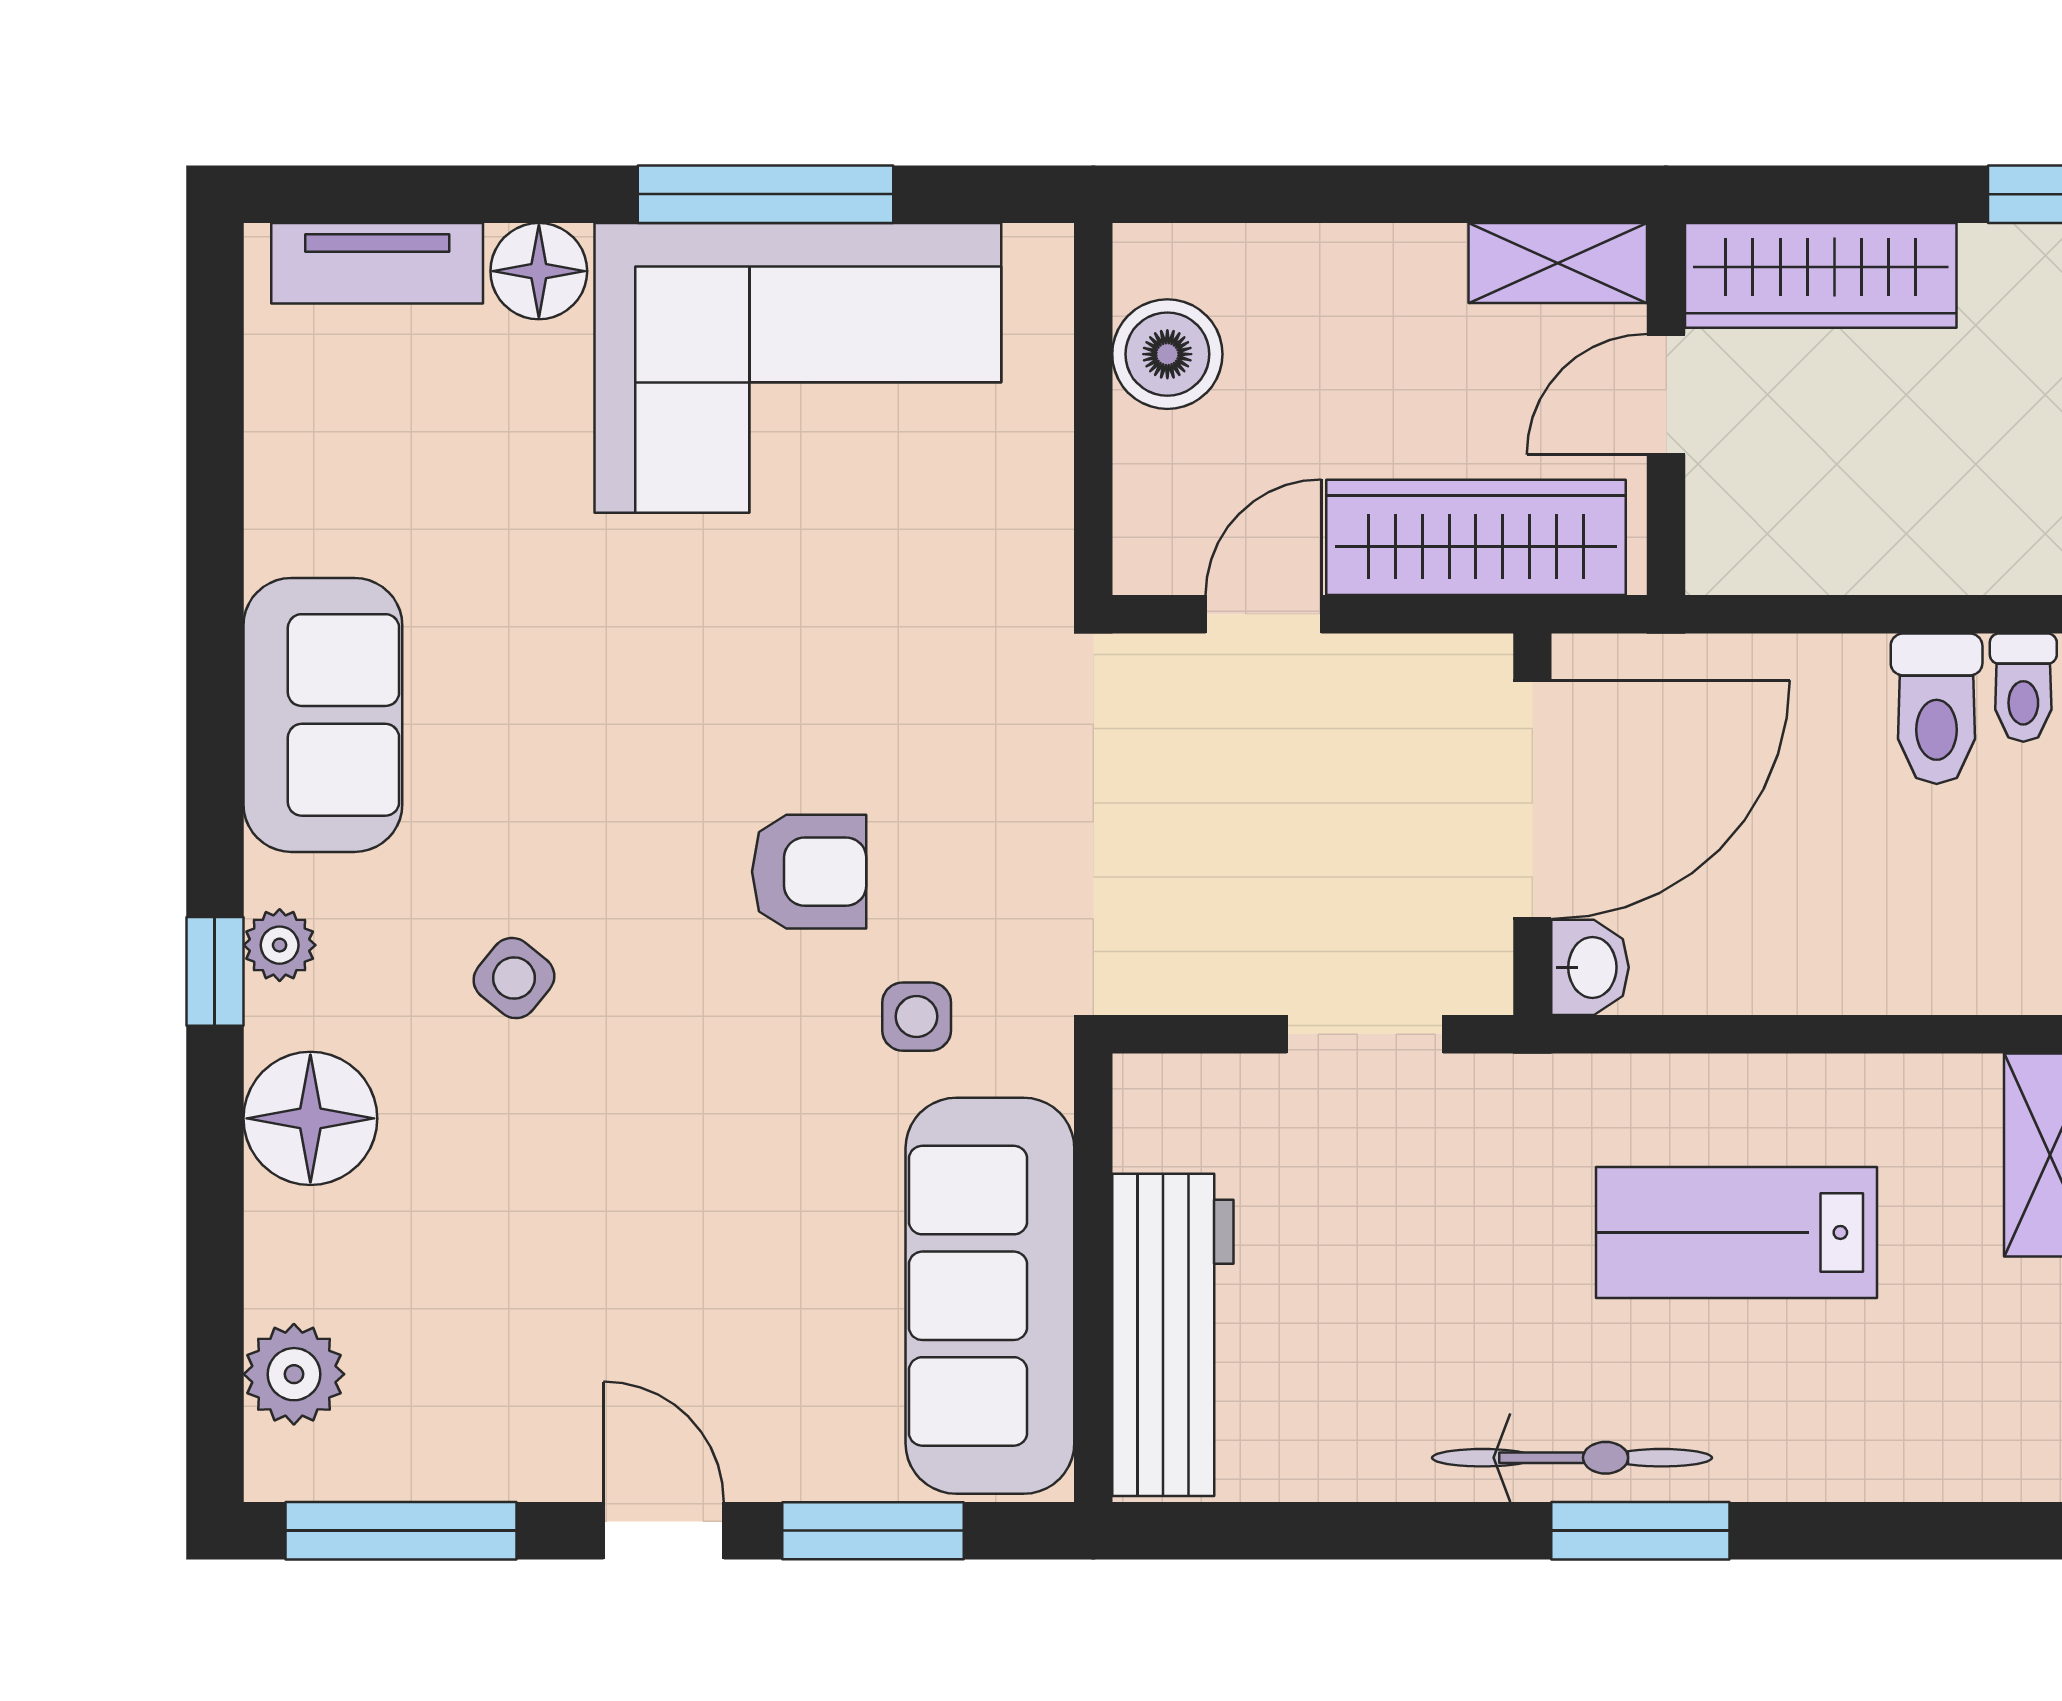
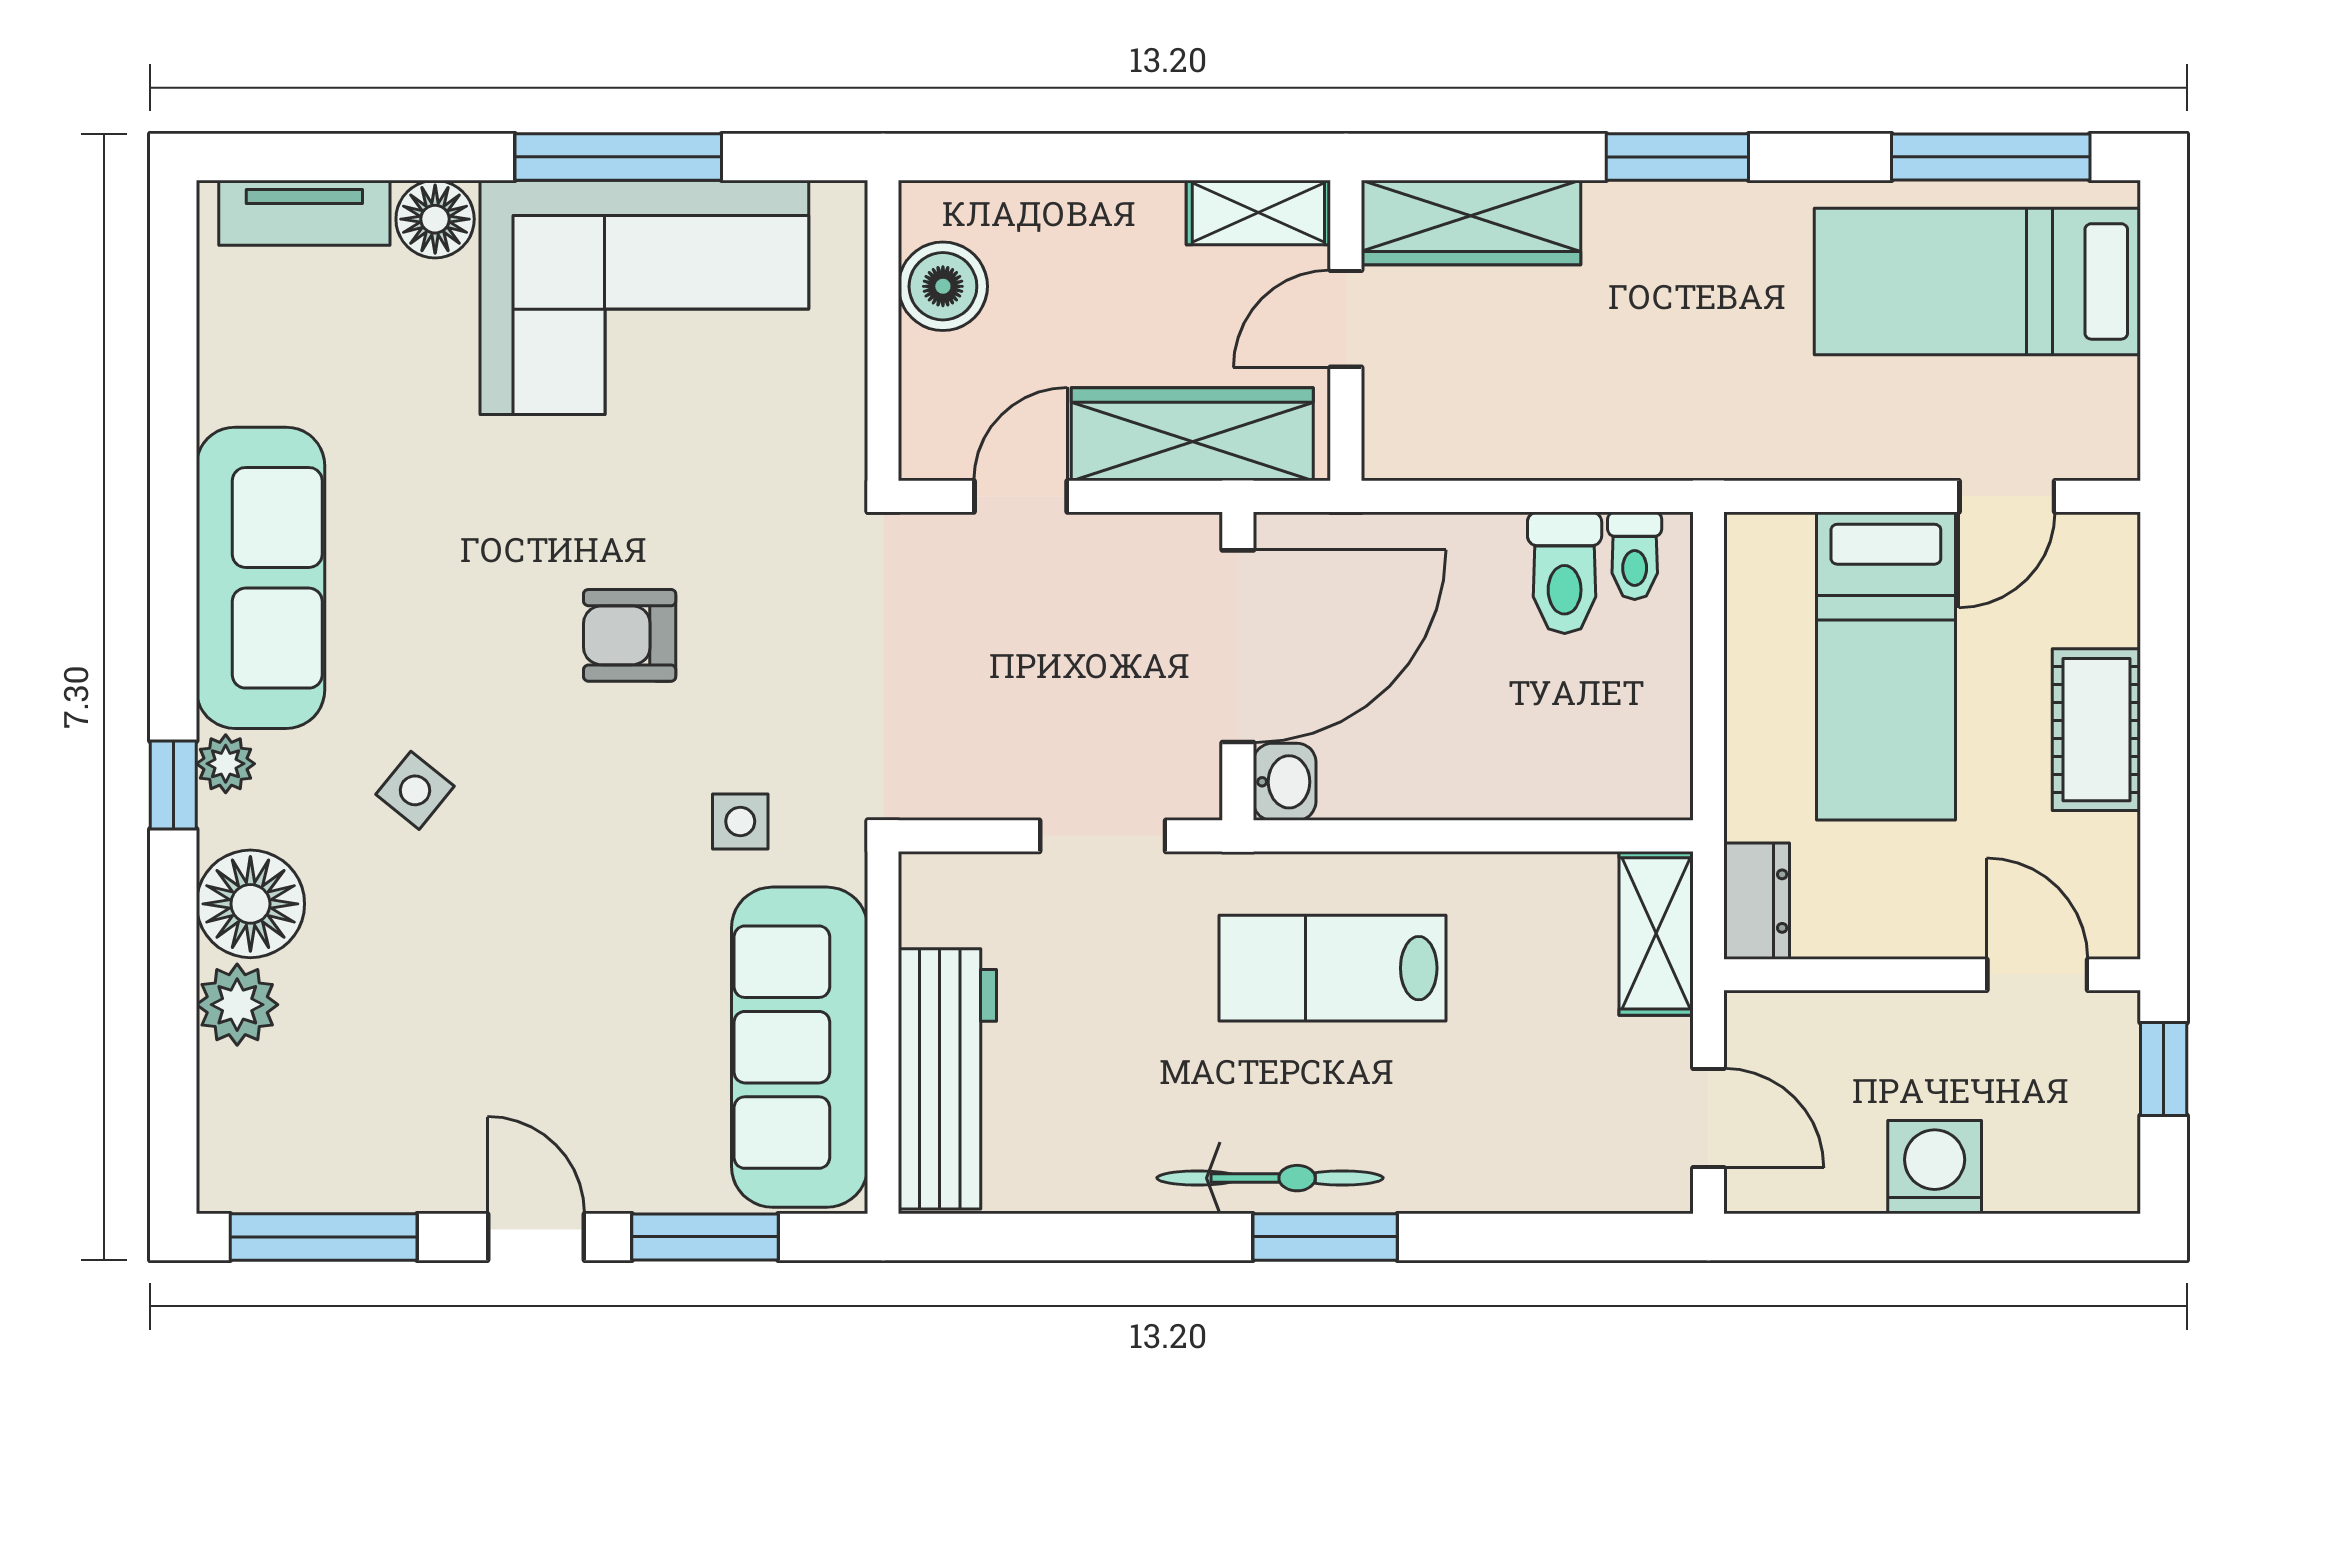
sofa: (323, 715) -> (261, 578), width x1.36
armchair: (809, 872) -> (630, 635), moved, turned 180
lab bench: (1736, 1232) -> (1333, 968), moved
plant: (294, 1374) -> (237, 1005), moved

